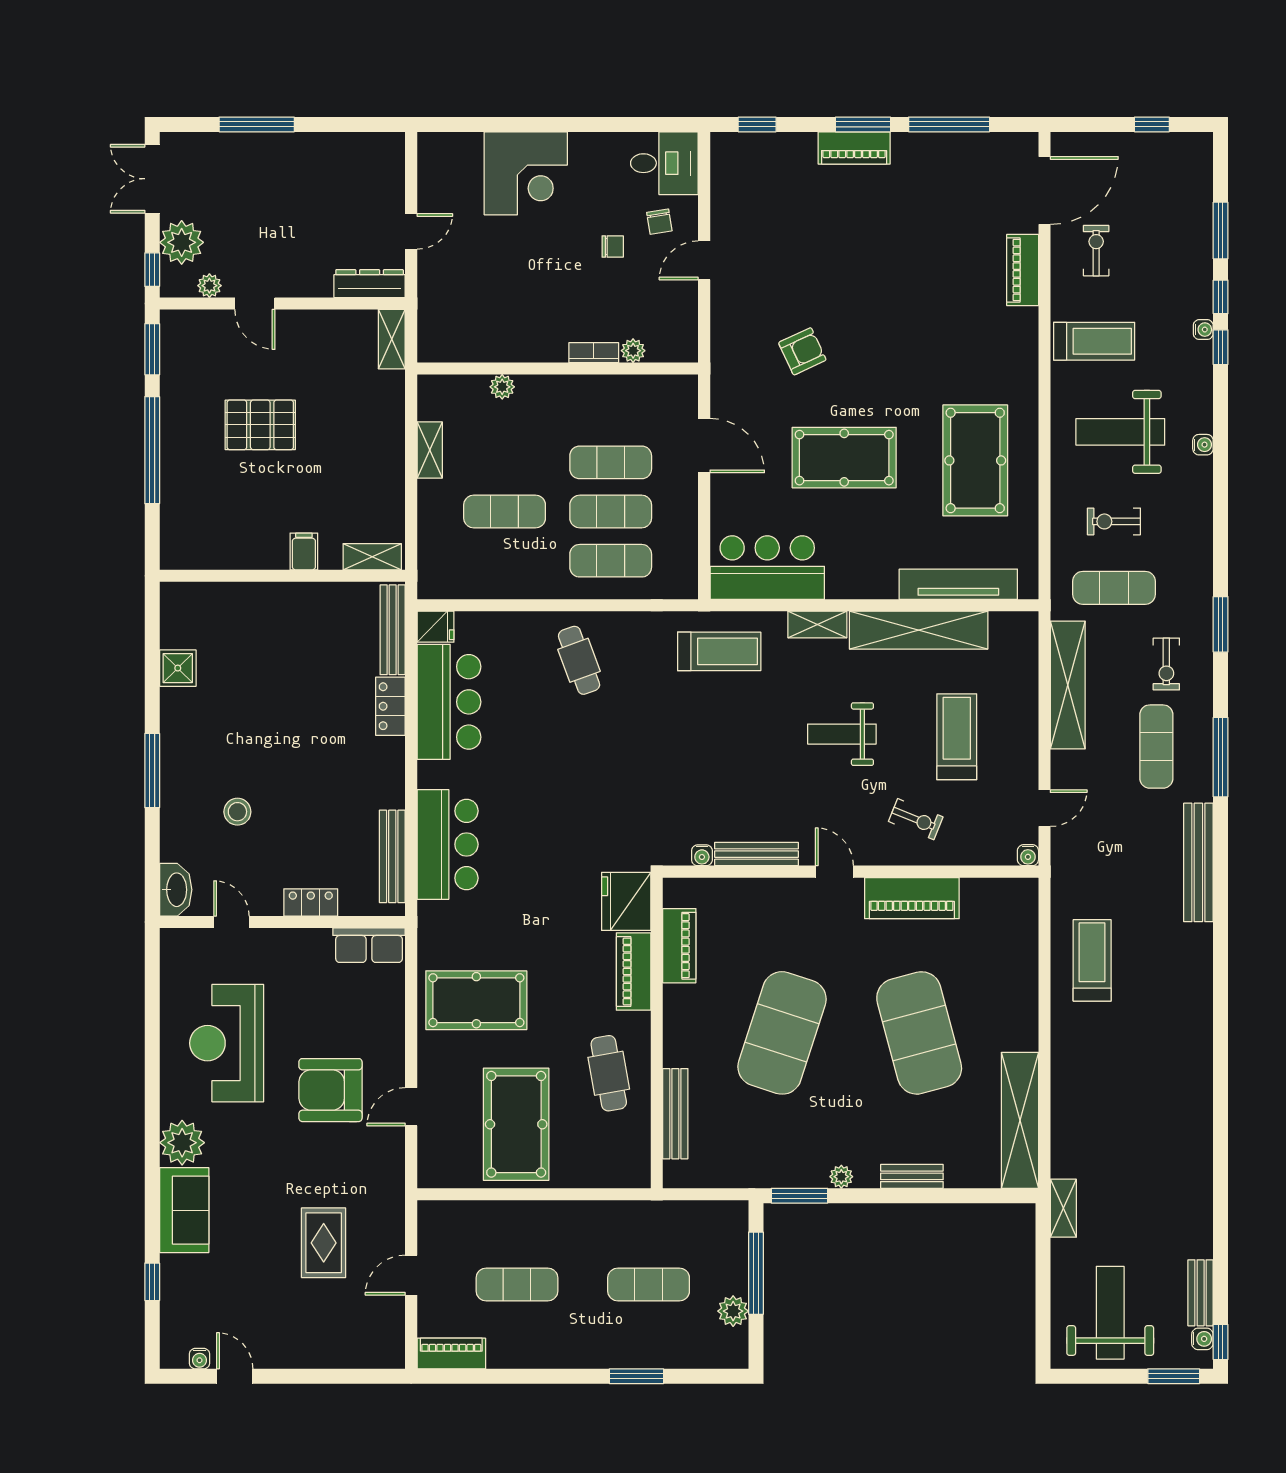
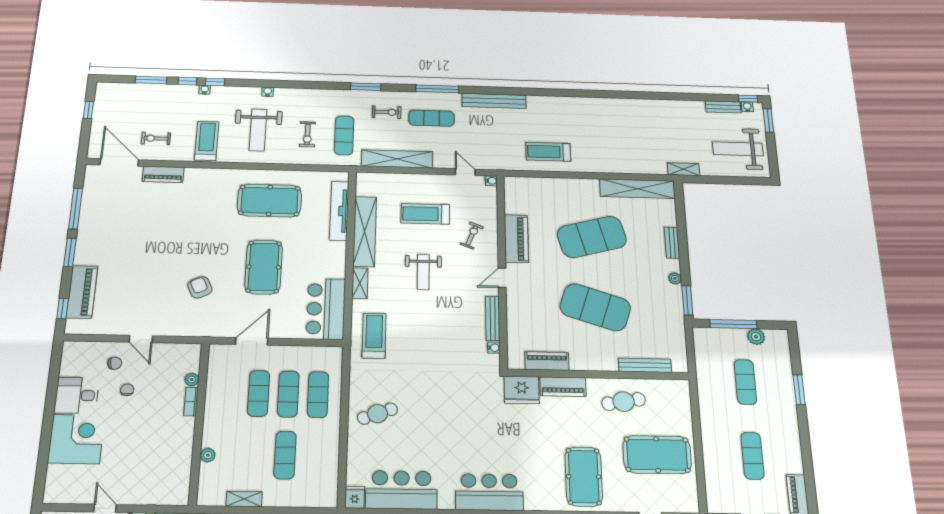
piano: (854, 148) -> (82, 292), moved, width x1.37, depth x1.33
desk: (664, 163) -> (77, 395), moved, turned -90

